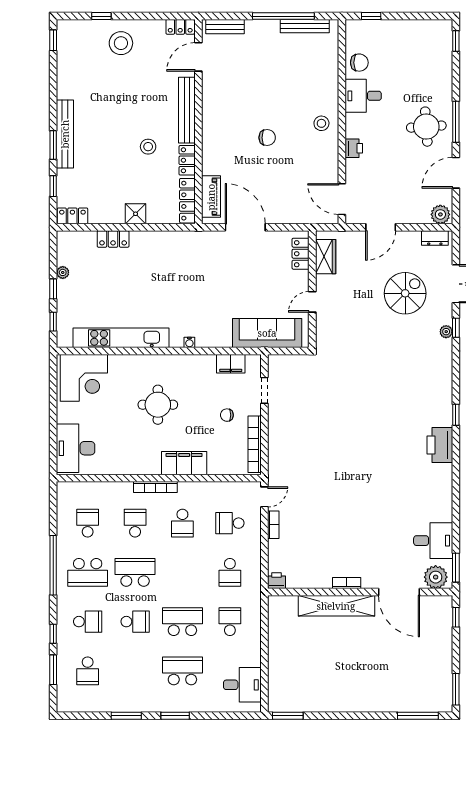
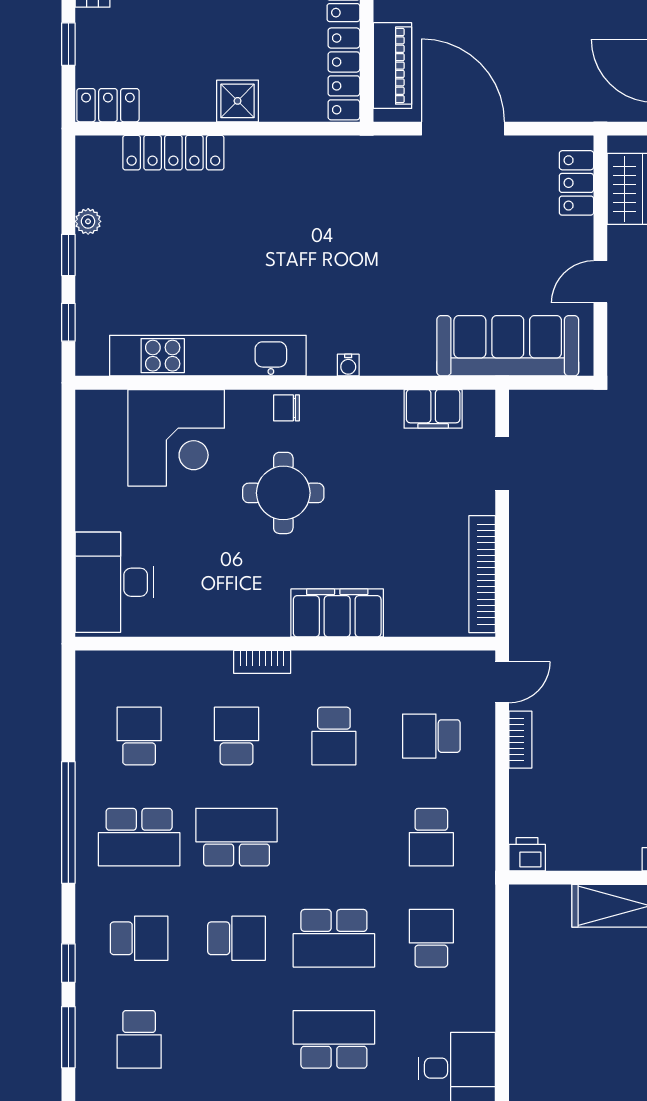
locker: (113, 239) -> (173, 153), width x1.53
corner desk: (84, 378) -> (176, 438), moved
chair: (227, 415) -> (287, 408), moved
bookcase: (155, 487) -> (262, 662), width x0.64
school desk: (182, 622) -> (334, 938), turned 180

